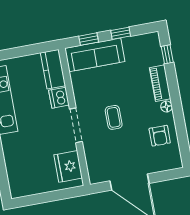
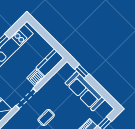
window: (121, 33) -> (98, 88), removed
sofa: (95, 55) -> (85, 91), moved

